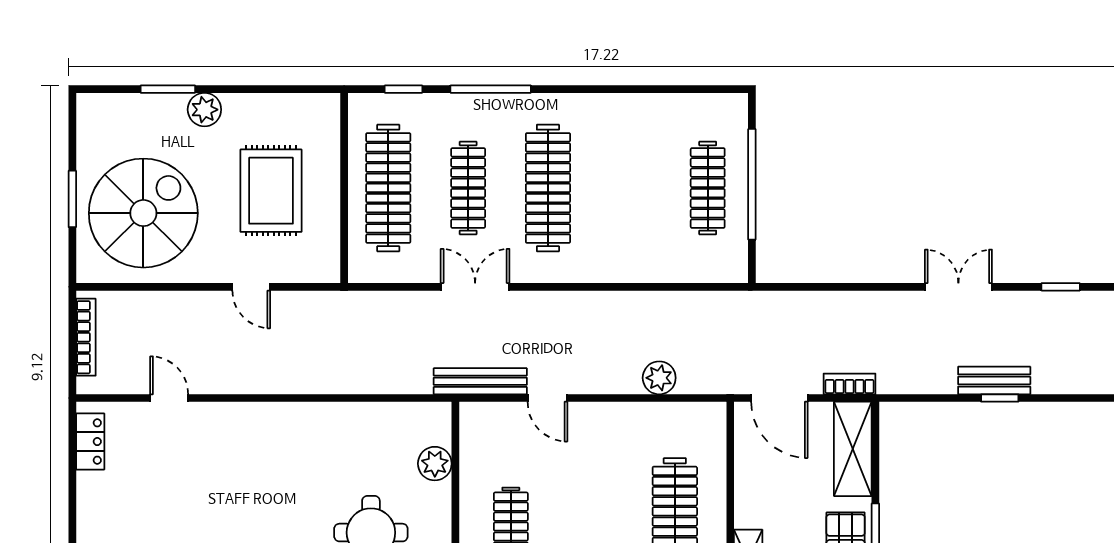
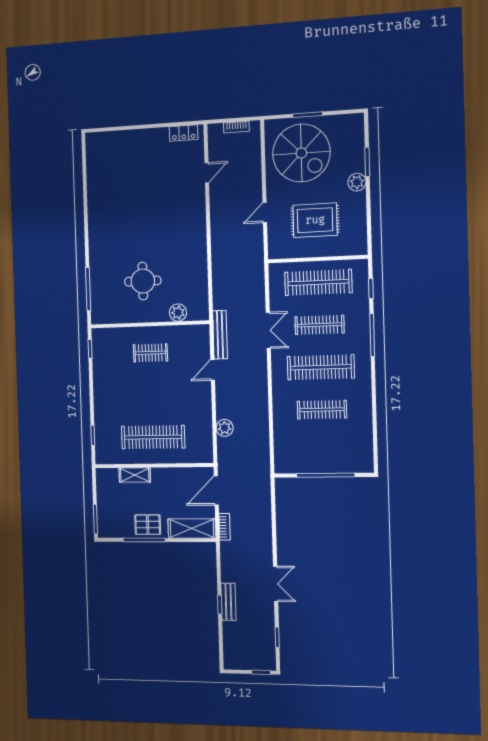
clothes rail: (708, 188) -> (322, 410), moved
bookcase: (86, 337) -> (236, 127), width x0.64

